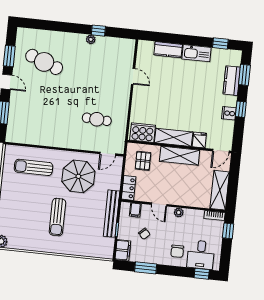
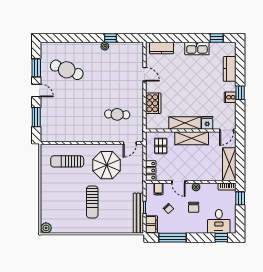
kitchen counter: (168, 50) -> (161, 48), moved
window: (244, 75) -> (240, 63), removed
cooker: (143, 133) -> (153, 103), moved, turned 90
bench: (112, 214) -> (138, 213), moved
chair: (177, 251) -> (194, 207), moved
window: (146, 268) -> (173, 238), width x1.44

